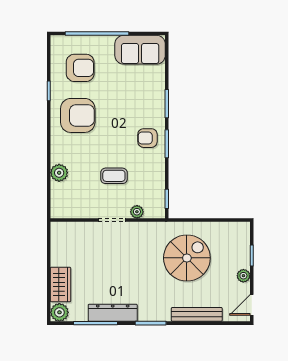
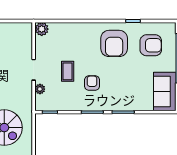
armchair: (80, 68) -> (151, 45), turned -90
armchair: (147, 138) -> (92, 83), moved
plant: (59, 173) -> (42, 29), moved

